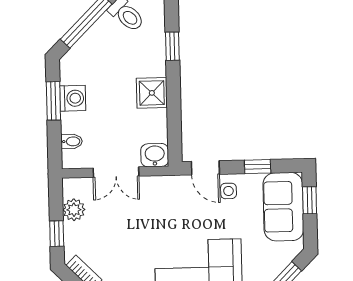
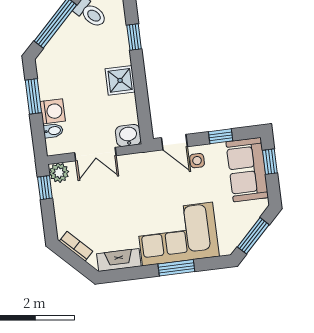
washing machine: (73, 98) -> (53, 111), moved
plant: (74, 210) -> (59, 173), moved
window: (57, 234) -> (45, 188), moved

